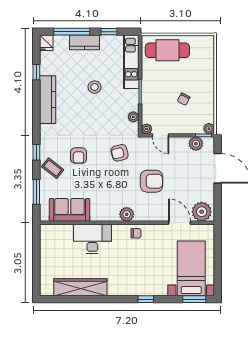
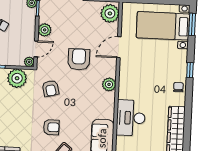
plant: (133, 117) -> (17, 78), width x1.87, depth x1.87
plant: (196, 144) -> (45, 30), moved
door: (180, 223) -> (119, 47), moved
chair: (136, 233) -> (178, 87), moved

